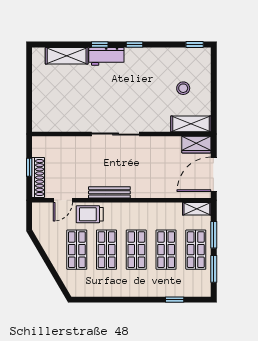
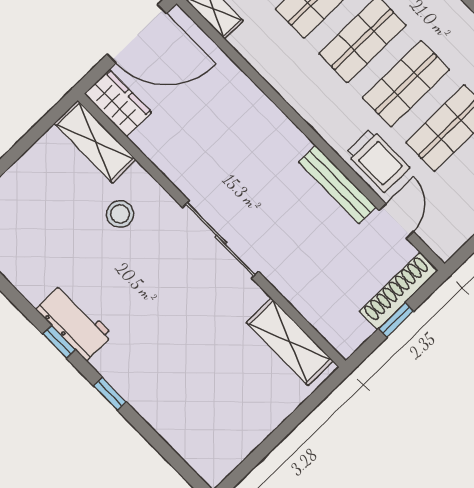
shelving: (67, 56) -> (290, 342), moved
workbench: (106, 56) -> (74, 322), moved
stool: (183, 88) -> (120, 214), moved
bench: (109, 192) -> (337, 185), moved
door: (63, 200) -> (396, 221), hinge flipped

